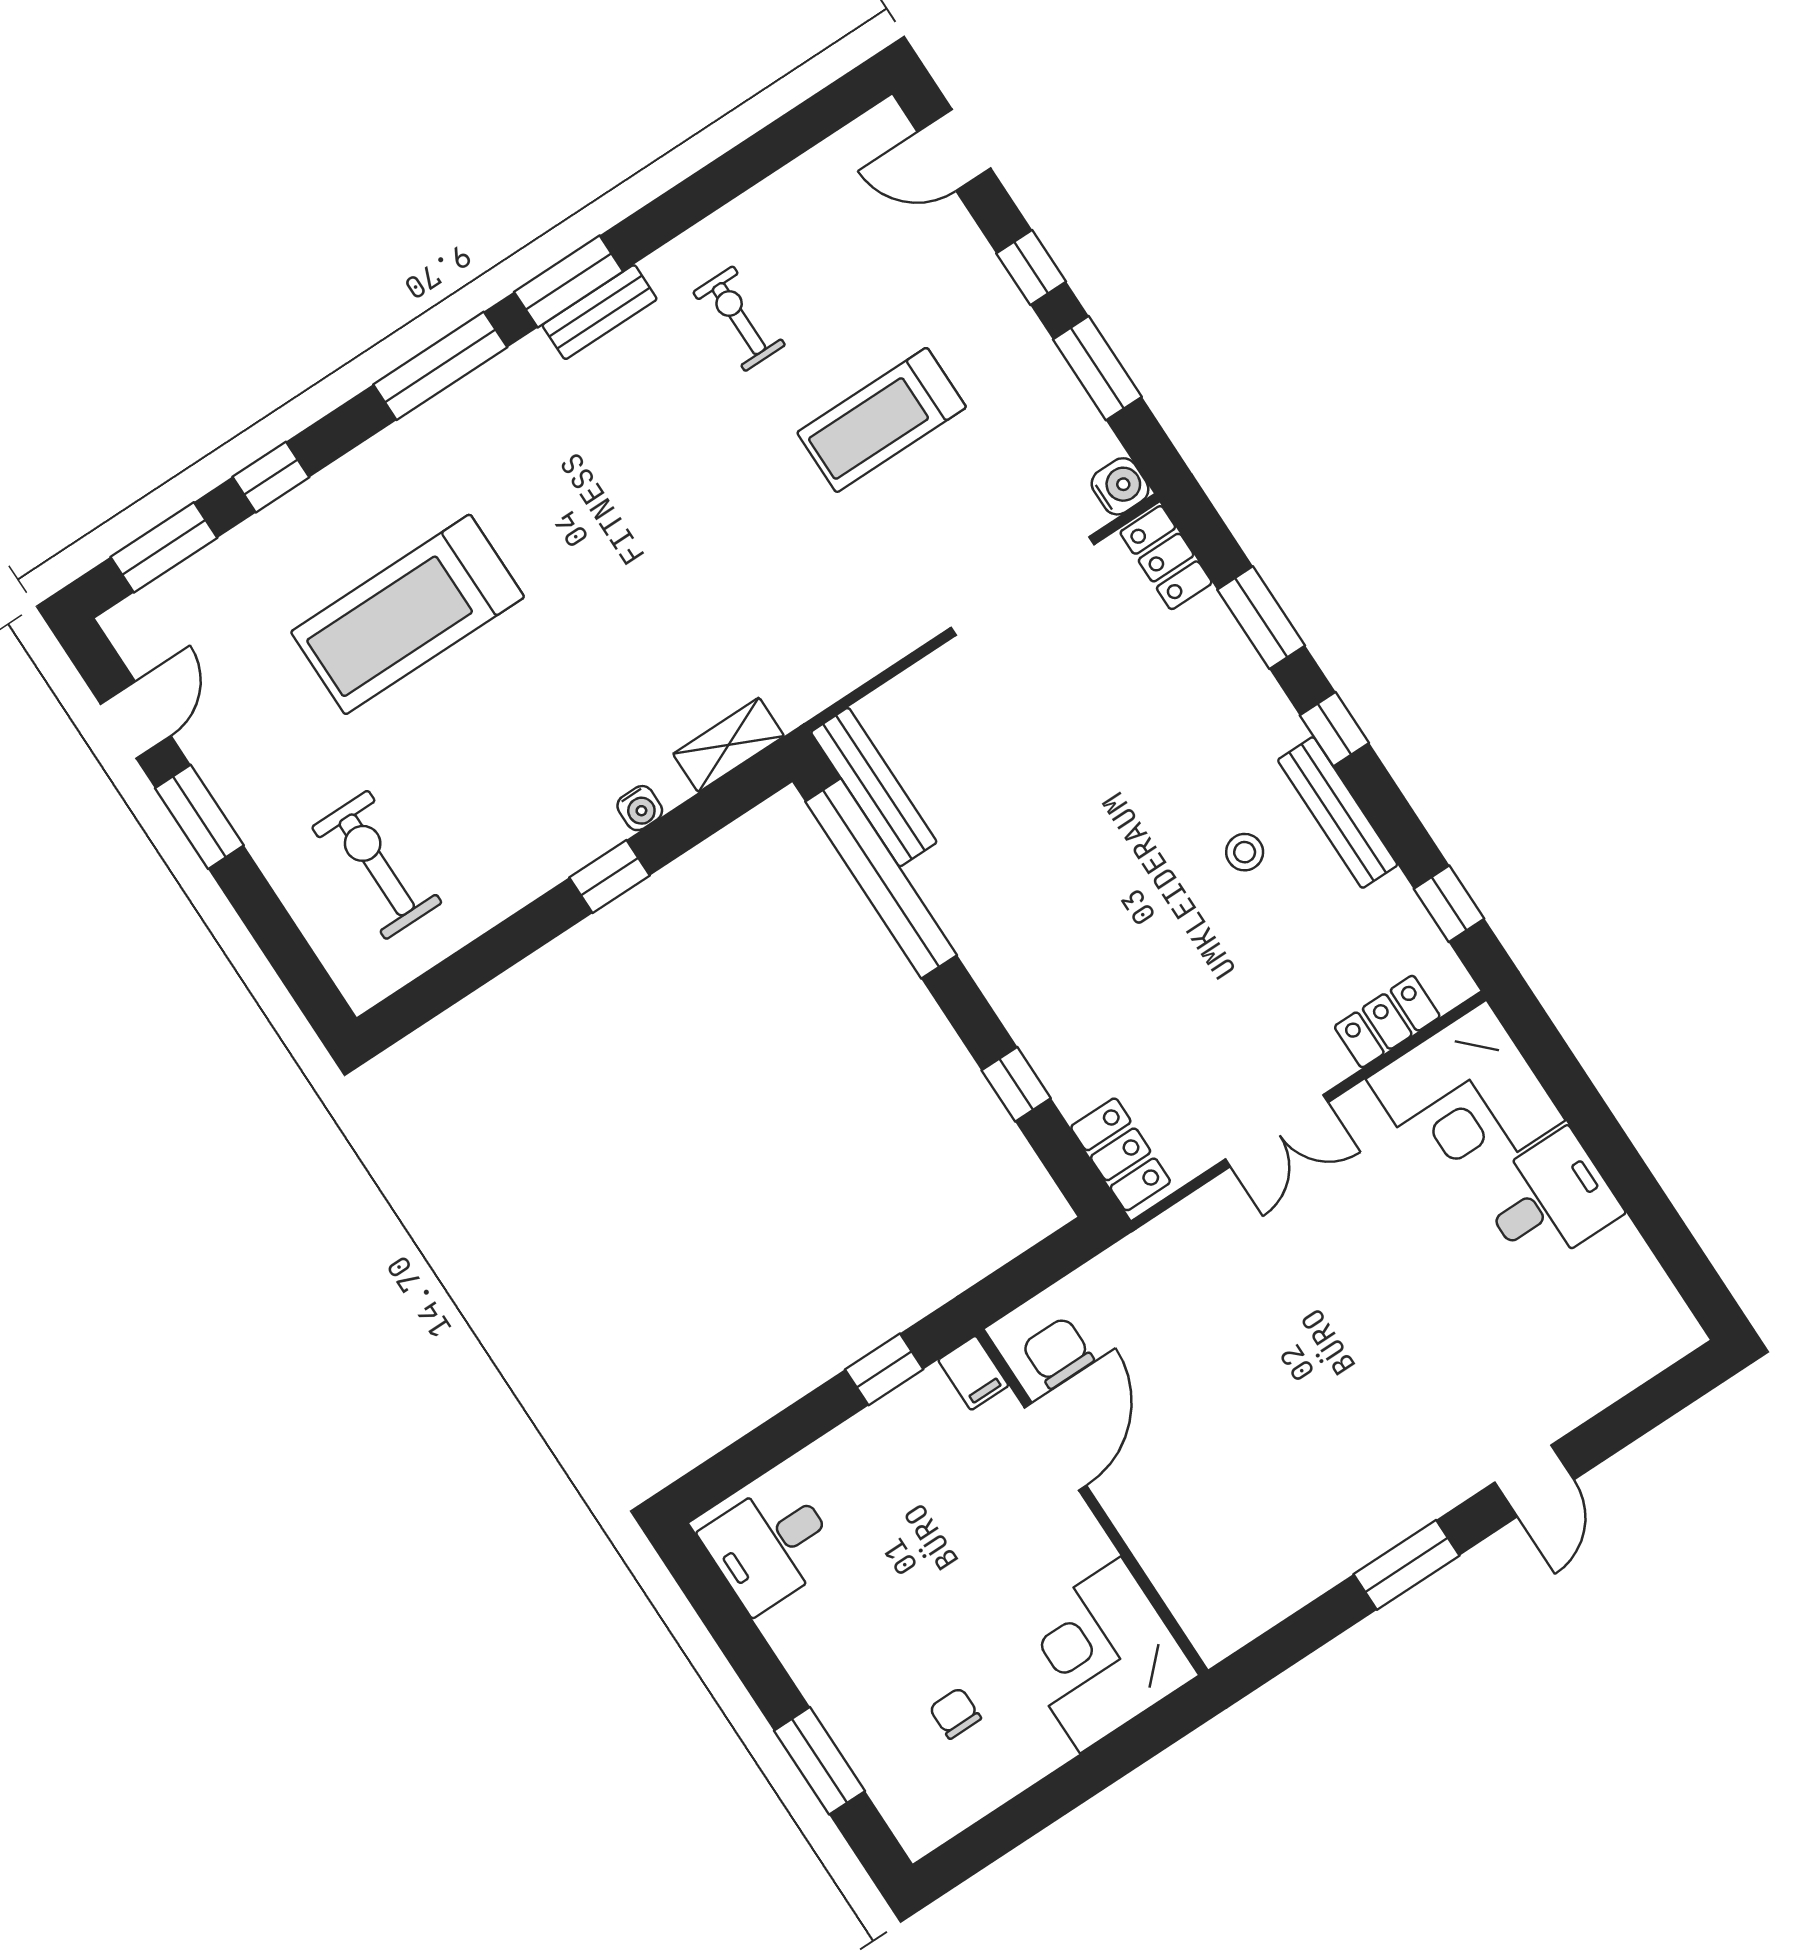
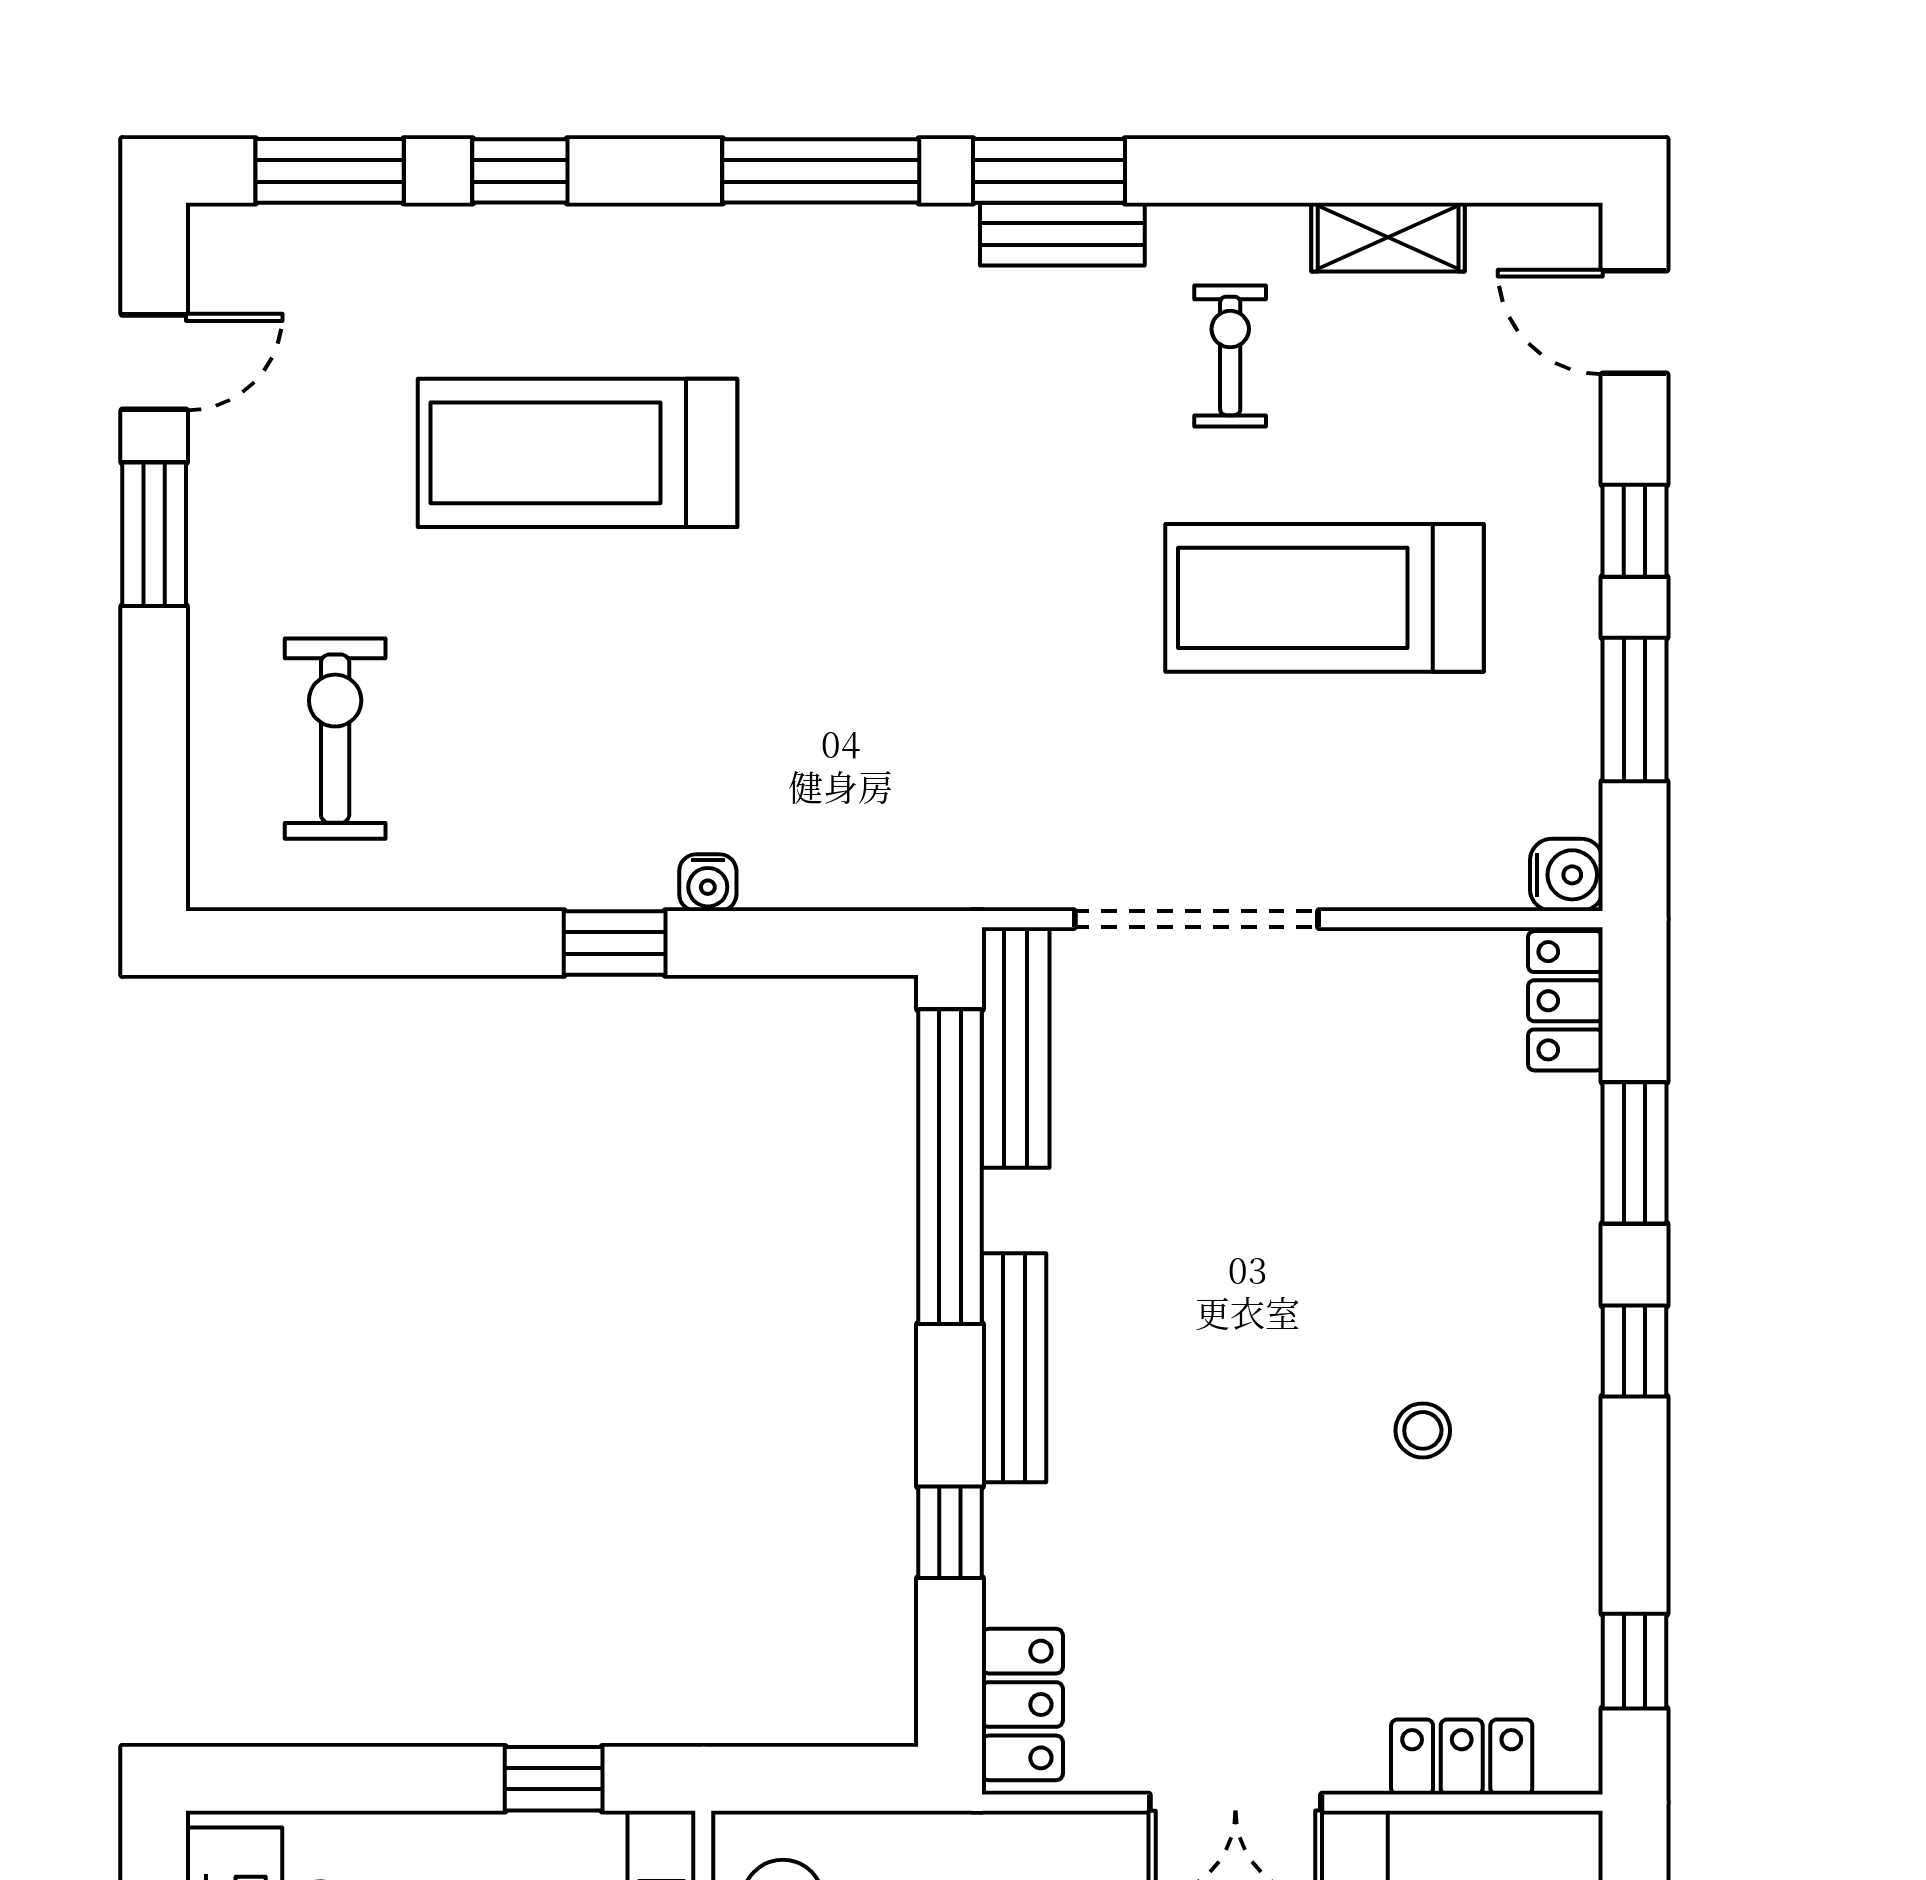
treadmill: (882, 420) -> (1325, 598), width x1.37, depth x1.38
doorway: (1022, 586) -> (1196, 919), moved
shelving: (729, 745) -> (1388, 237), moved
bench: (1338, 813) -> (1014, 1368), moved

